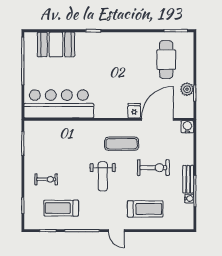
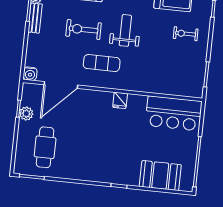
bar counter: (59, 104) -> (174, 113), width x0.73
fridge: (134, 111) -> (120, 100), moved
exercise bike: (153, 168) -> (84, 29), moved

